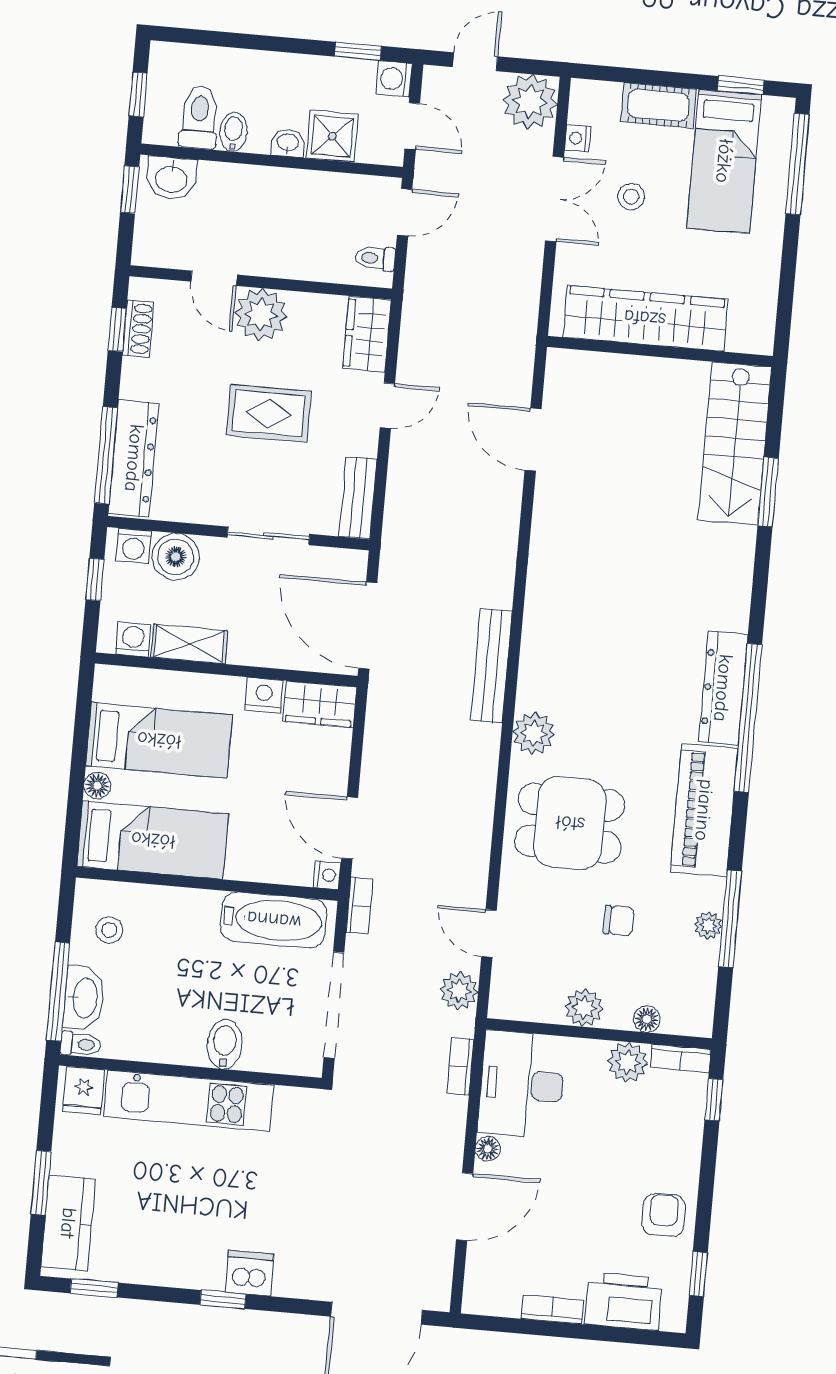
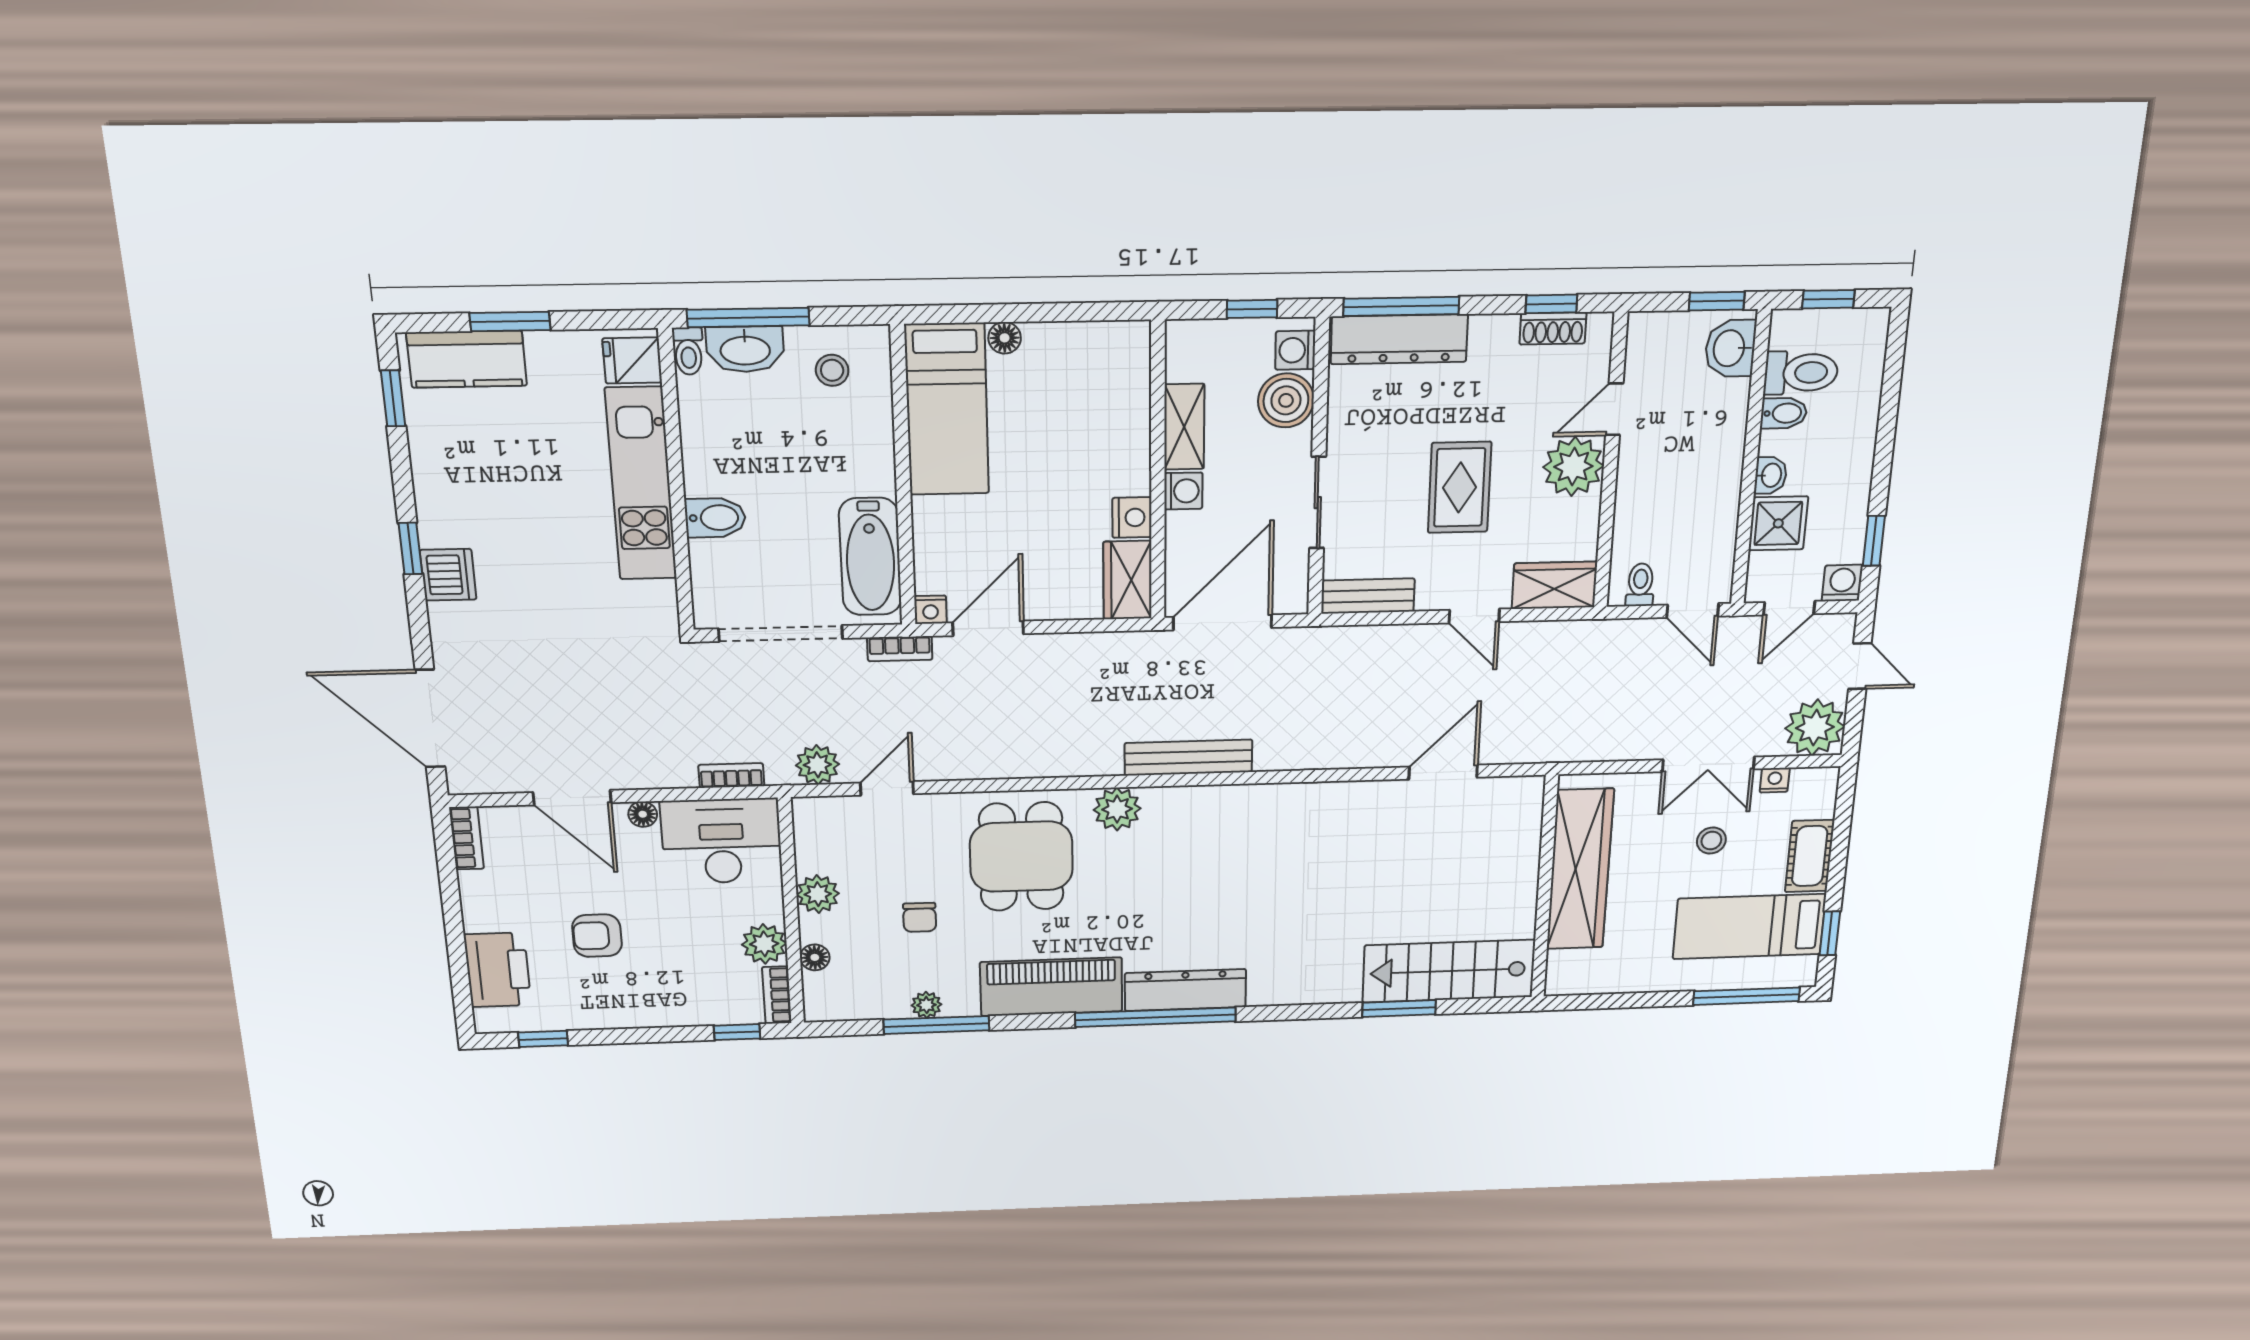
washing machine: (133, 639) -> (1183, 491), moved
bed: (159, 740) -> (1066, 404), removed
armchair: (664, 1215) -> (597, 936), moved, turned 180
bookcase: (553, 1309) -> (467, 838), moved

